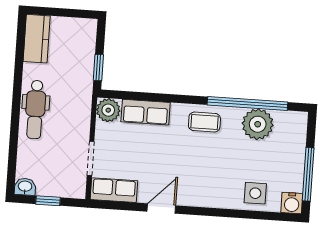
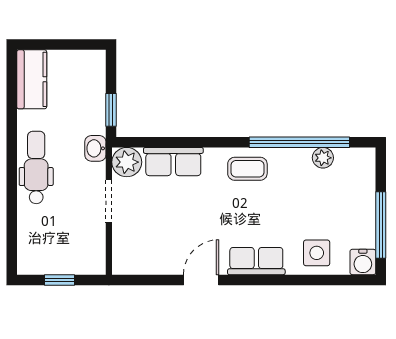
dental chair: (35, 109) -> (36, 167), turned 180
plant: (258, 124) -> (323, 158), width x0.53, depth x0.53
doorway: (91, 158) -> (109, 201), moved
washbasin: (25, 187) -> (95, 148), moved, turned -90
row of seats: (114, 190) -> (256, 261), moved

